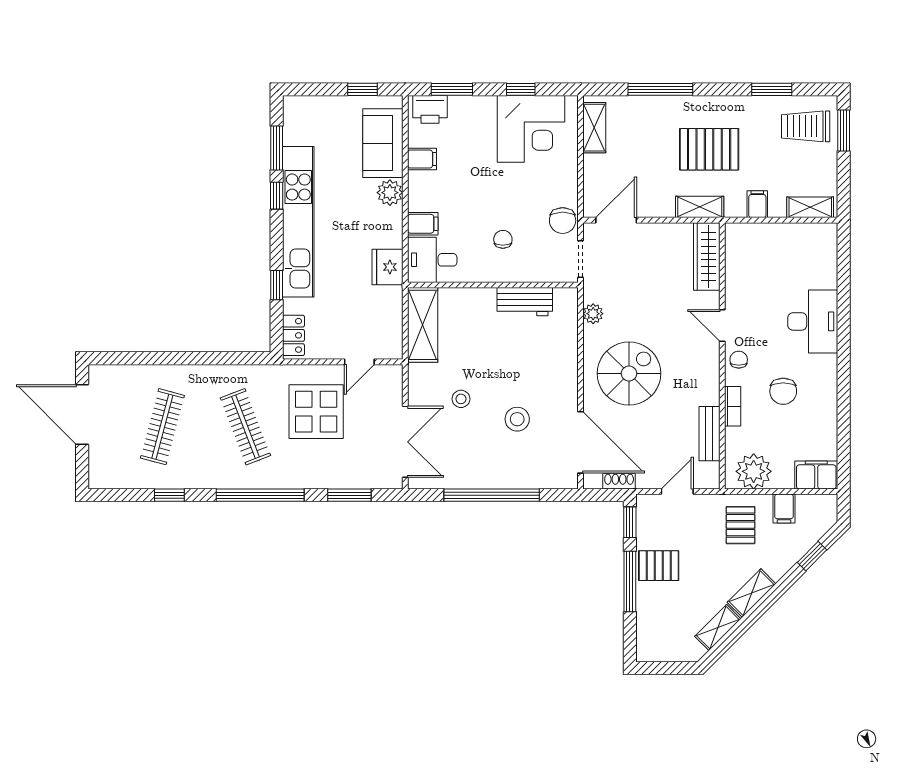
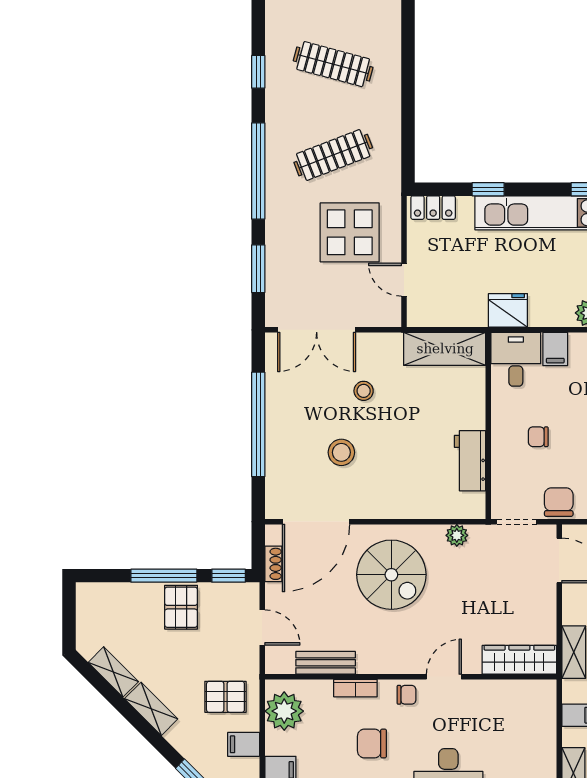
chair: (563, 221) -> (559, 502), turned 90
chair: (503, 239) -> (538, 437), turned 180

